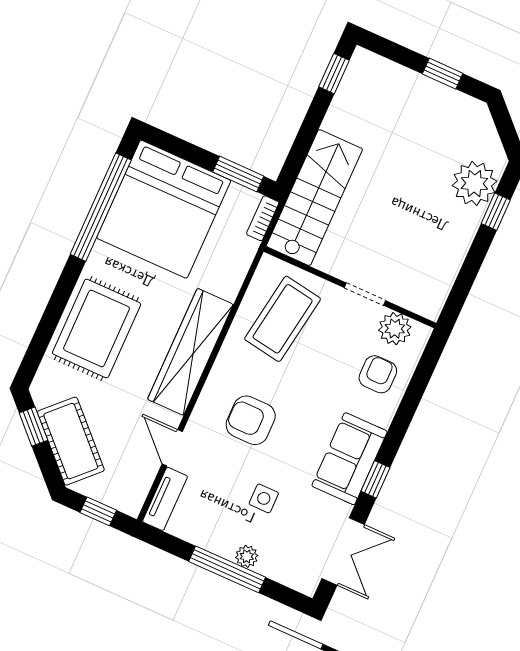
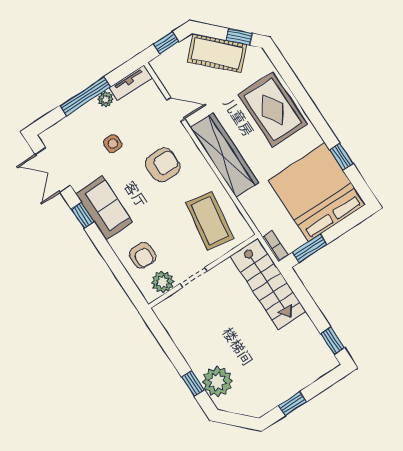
window: (101, 207) -> (341, 157), width x0.32
tv unit: (165, 499) -> (131, 83), moved, turned -90
plant: (247, 556) -> (105, 99), moved

